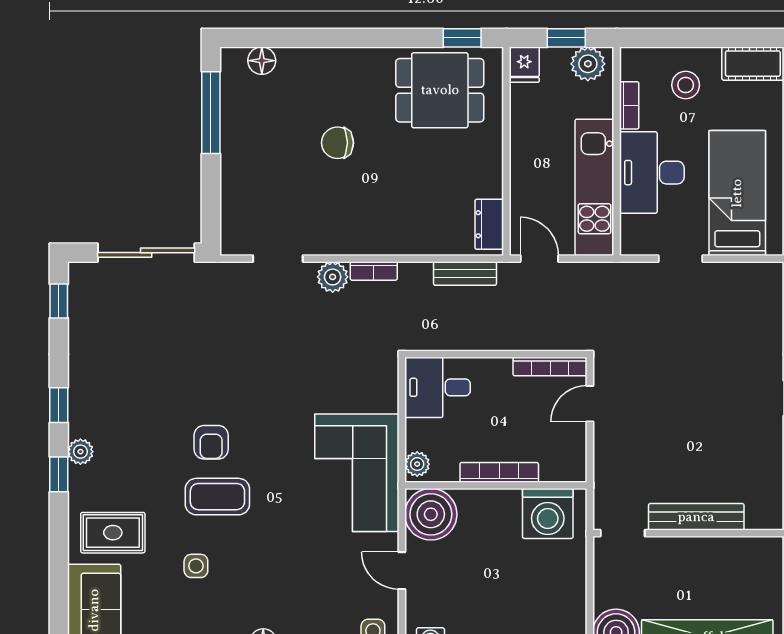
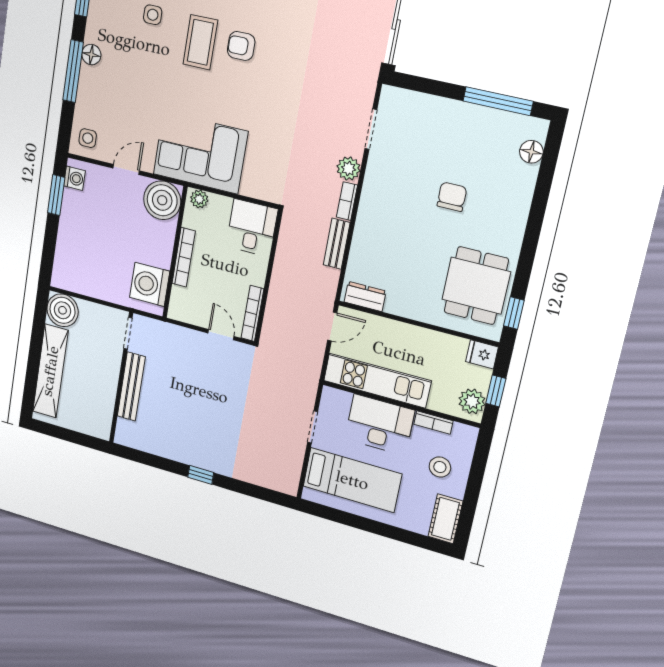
bench: (465, 274) -> (337, 244), moved

